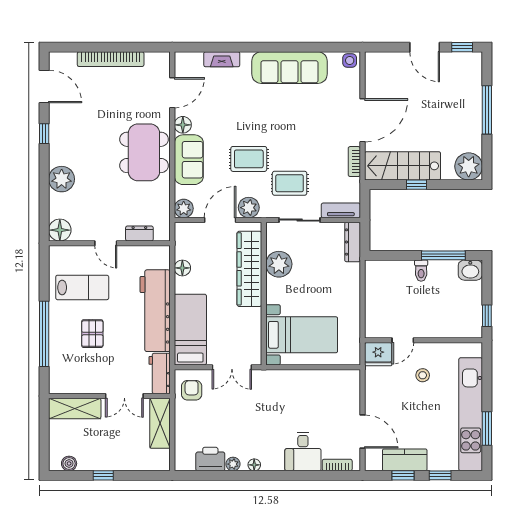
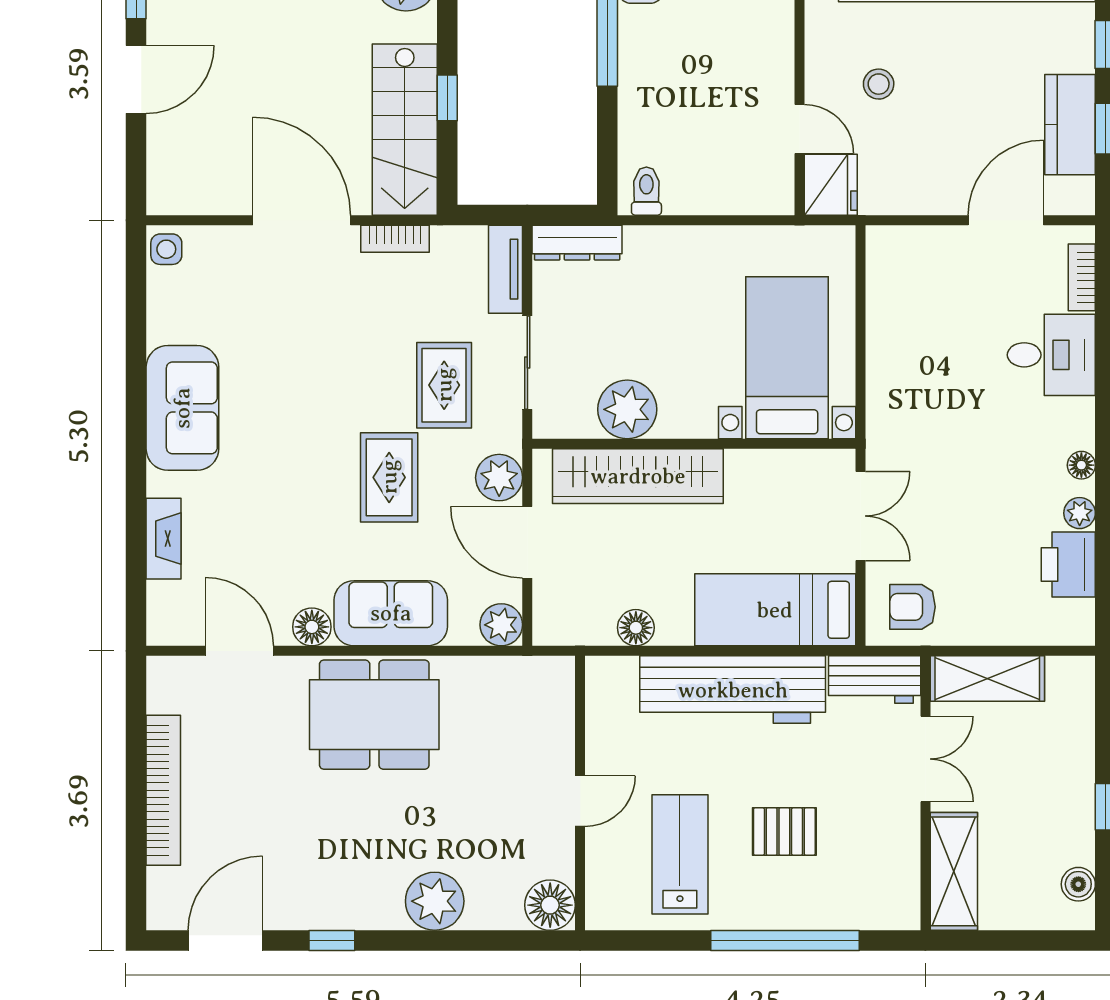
sofa: (289, 68) -> (182, 408), width x0.73
dresser: (139, 234) -> (558, 725), removed
toilet: (421, 271) -> (646, 191), moved, turned -90

